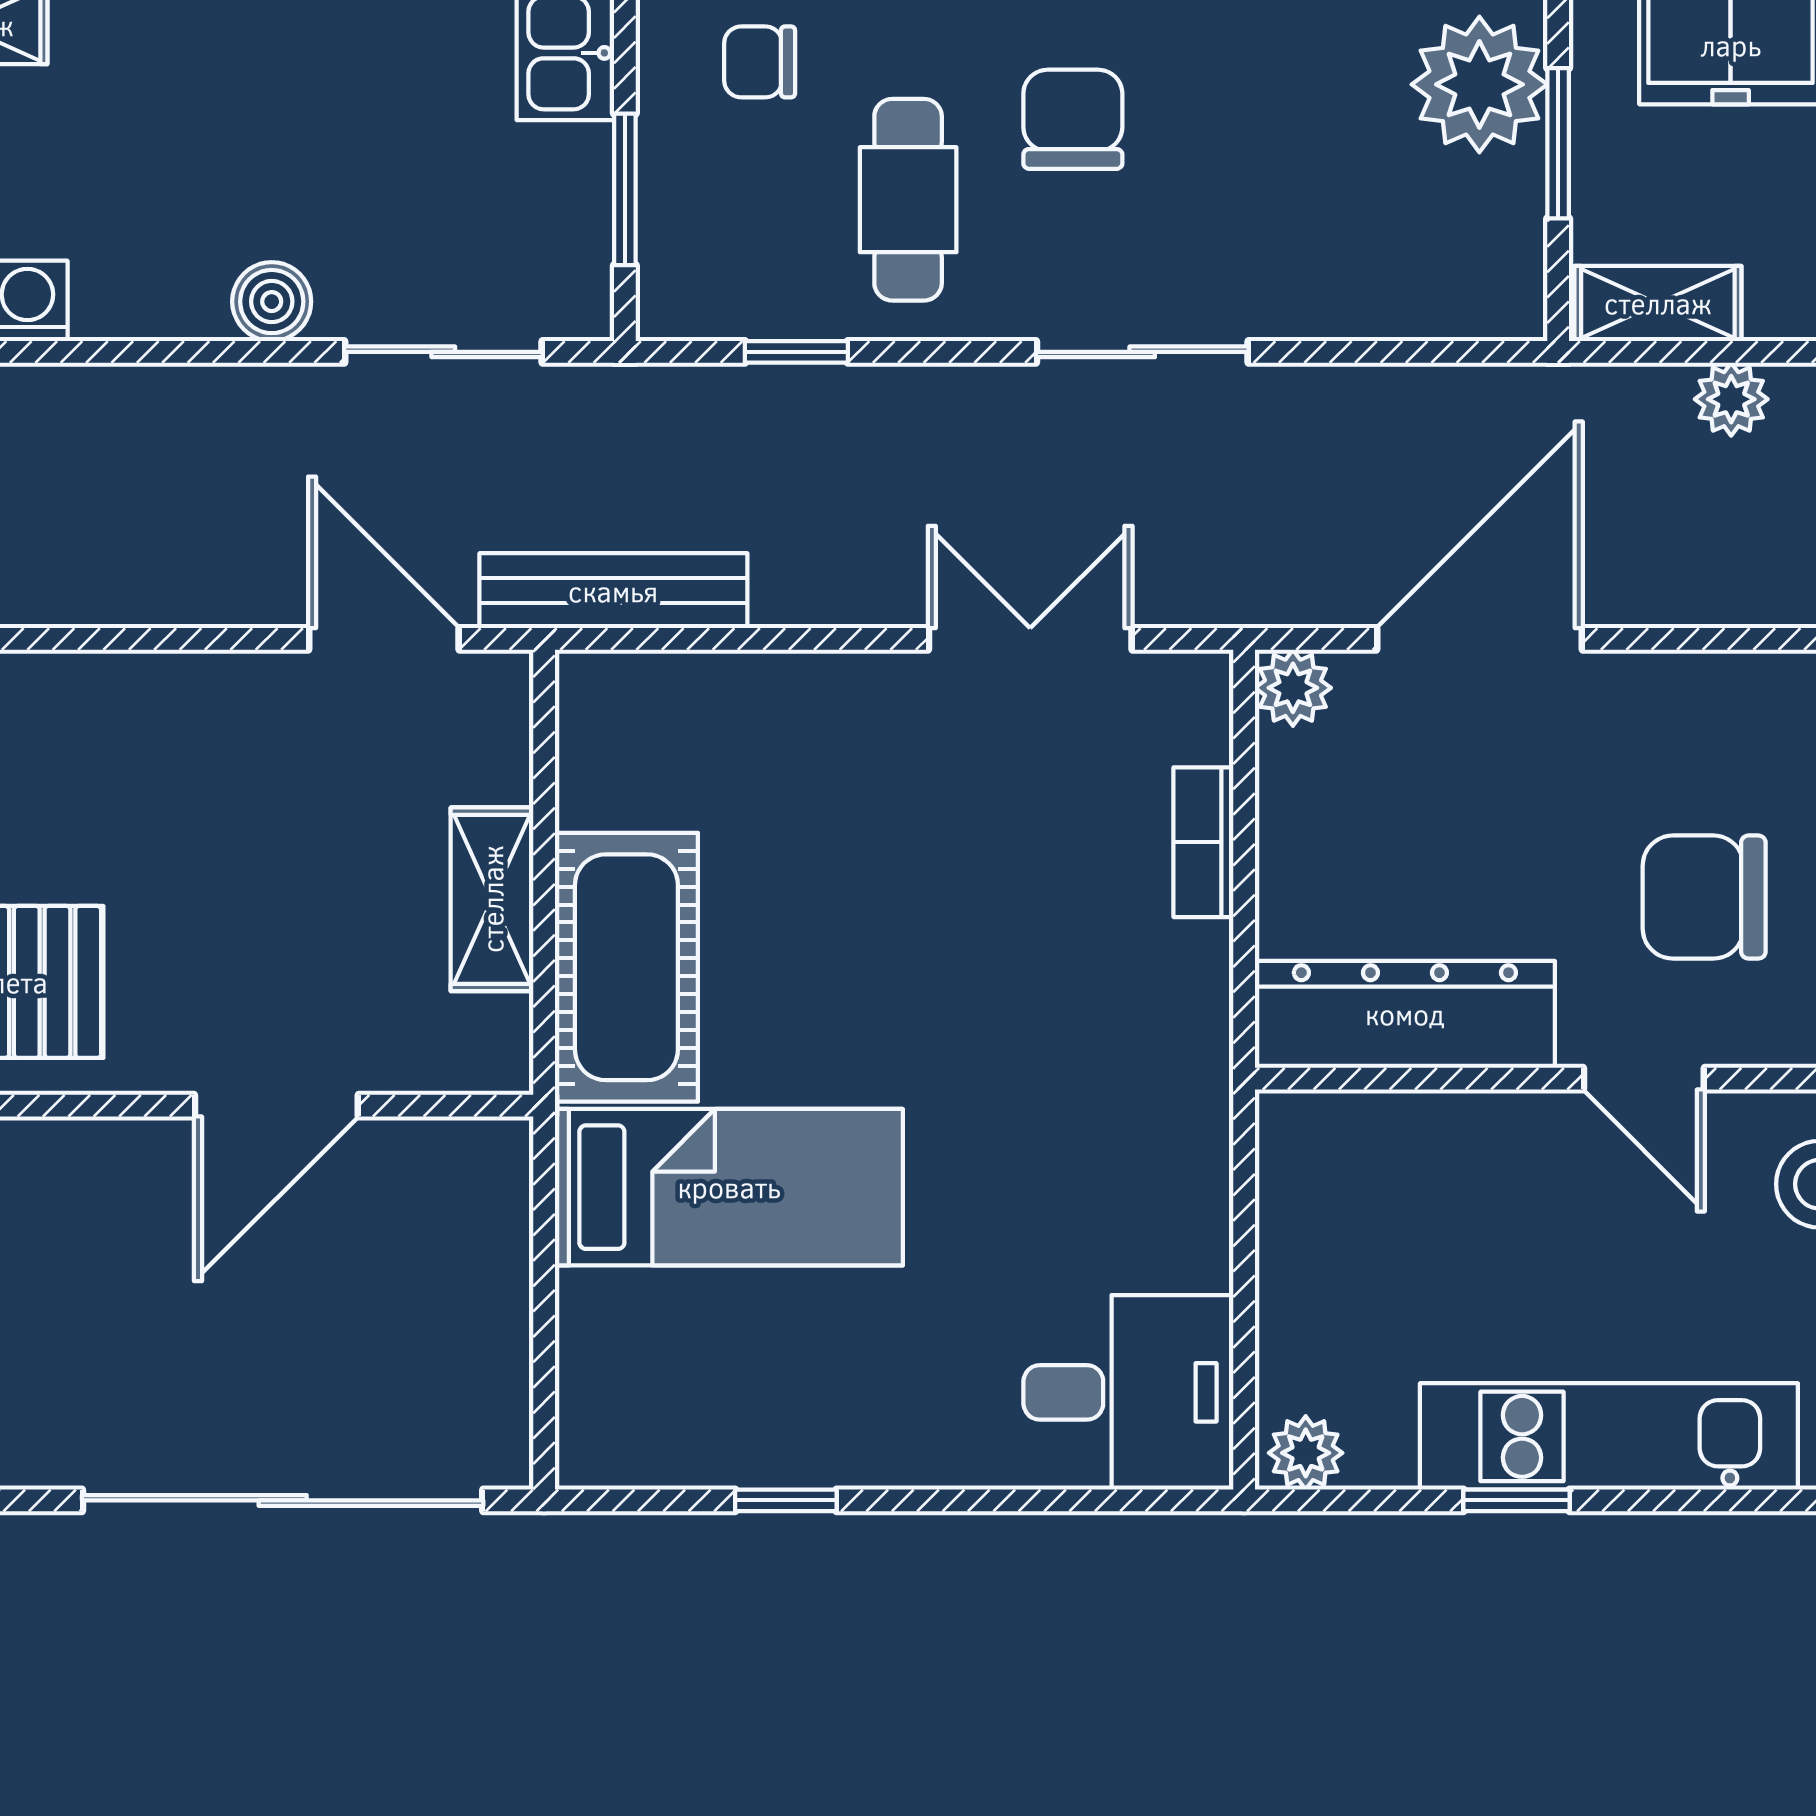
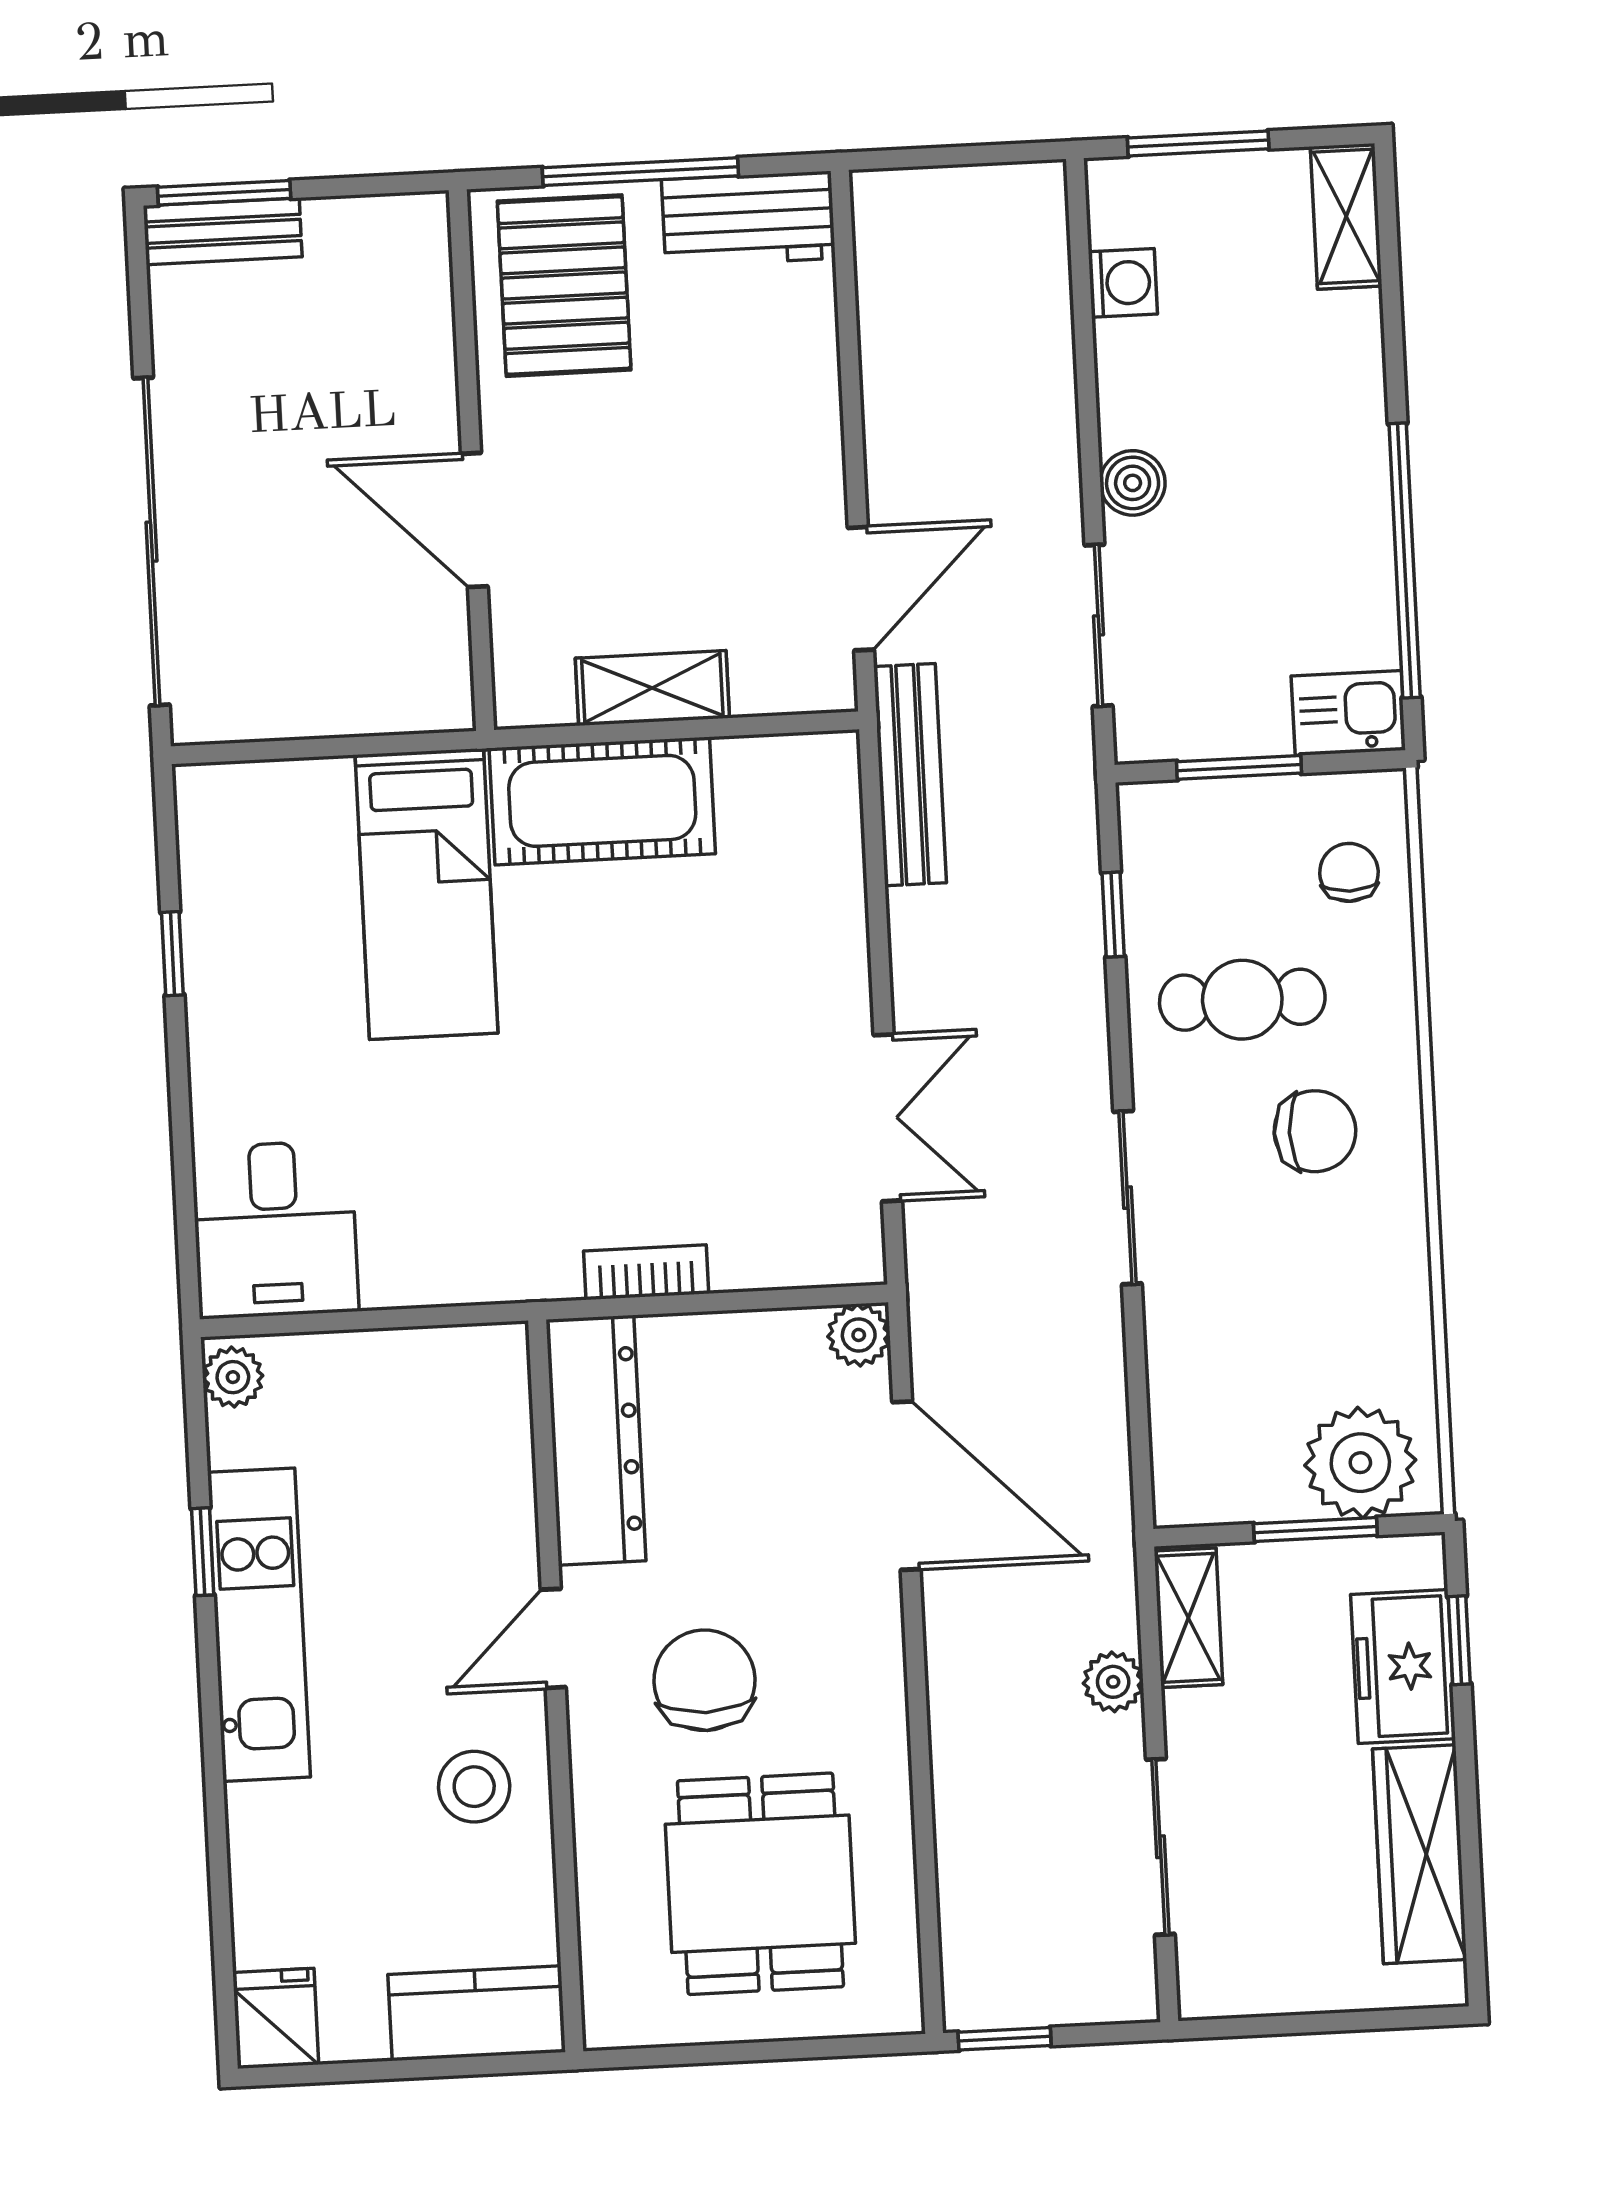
bookcase: (1203, 842) -> (646, 1272), moved

